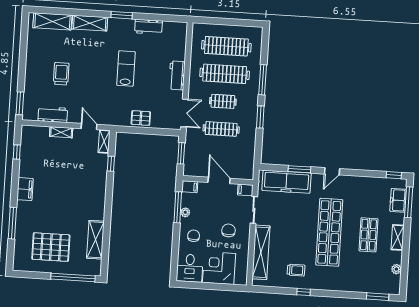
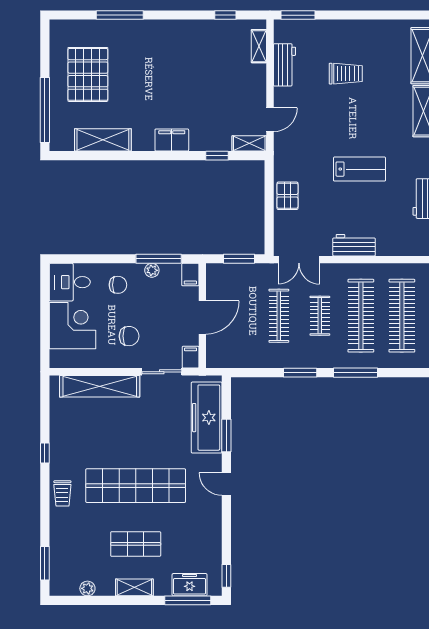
shelving: (61, 132) -> (259, 46), moved
filing cabinet: (25, 189) -> (172, 140), moved, turned 180
trolley: (296, 270) -> (62, 493), moved

